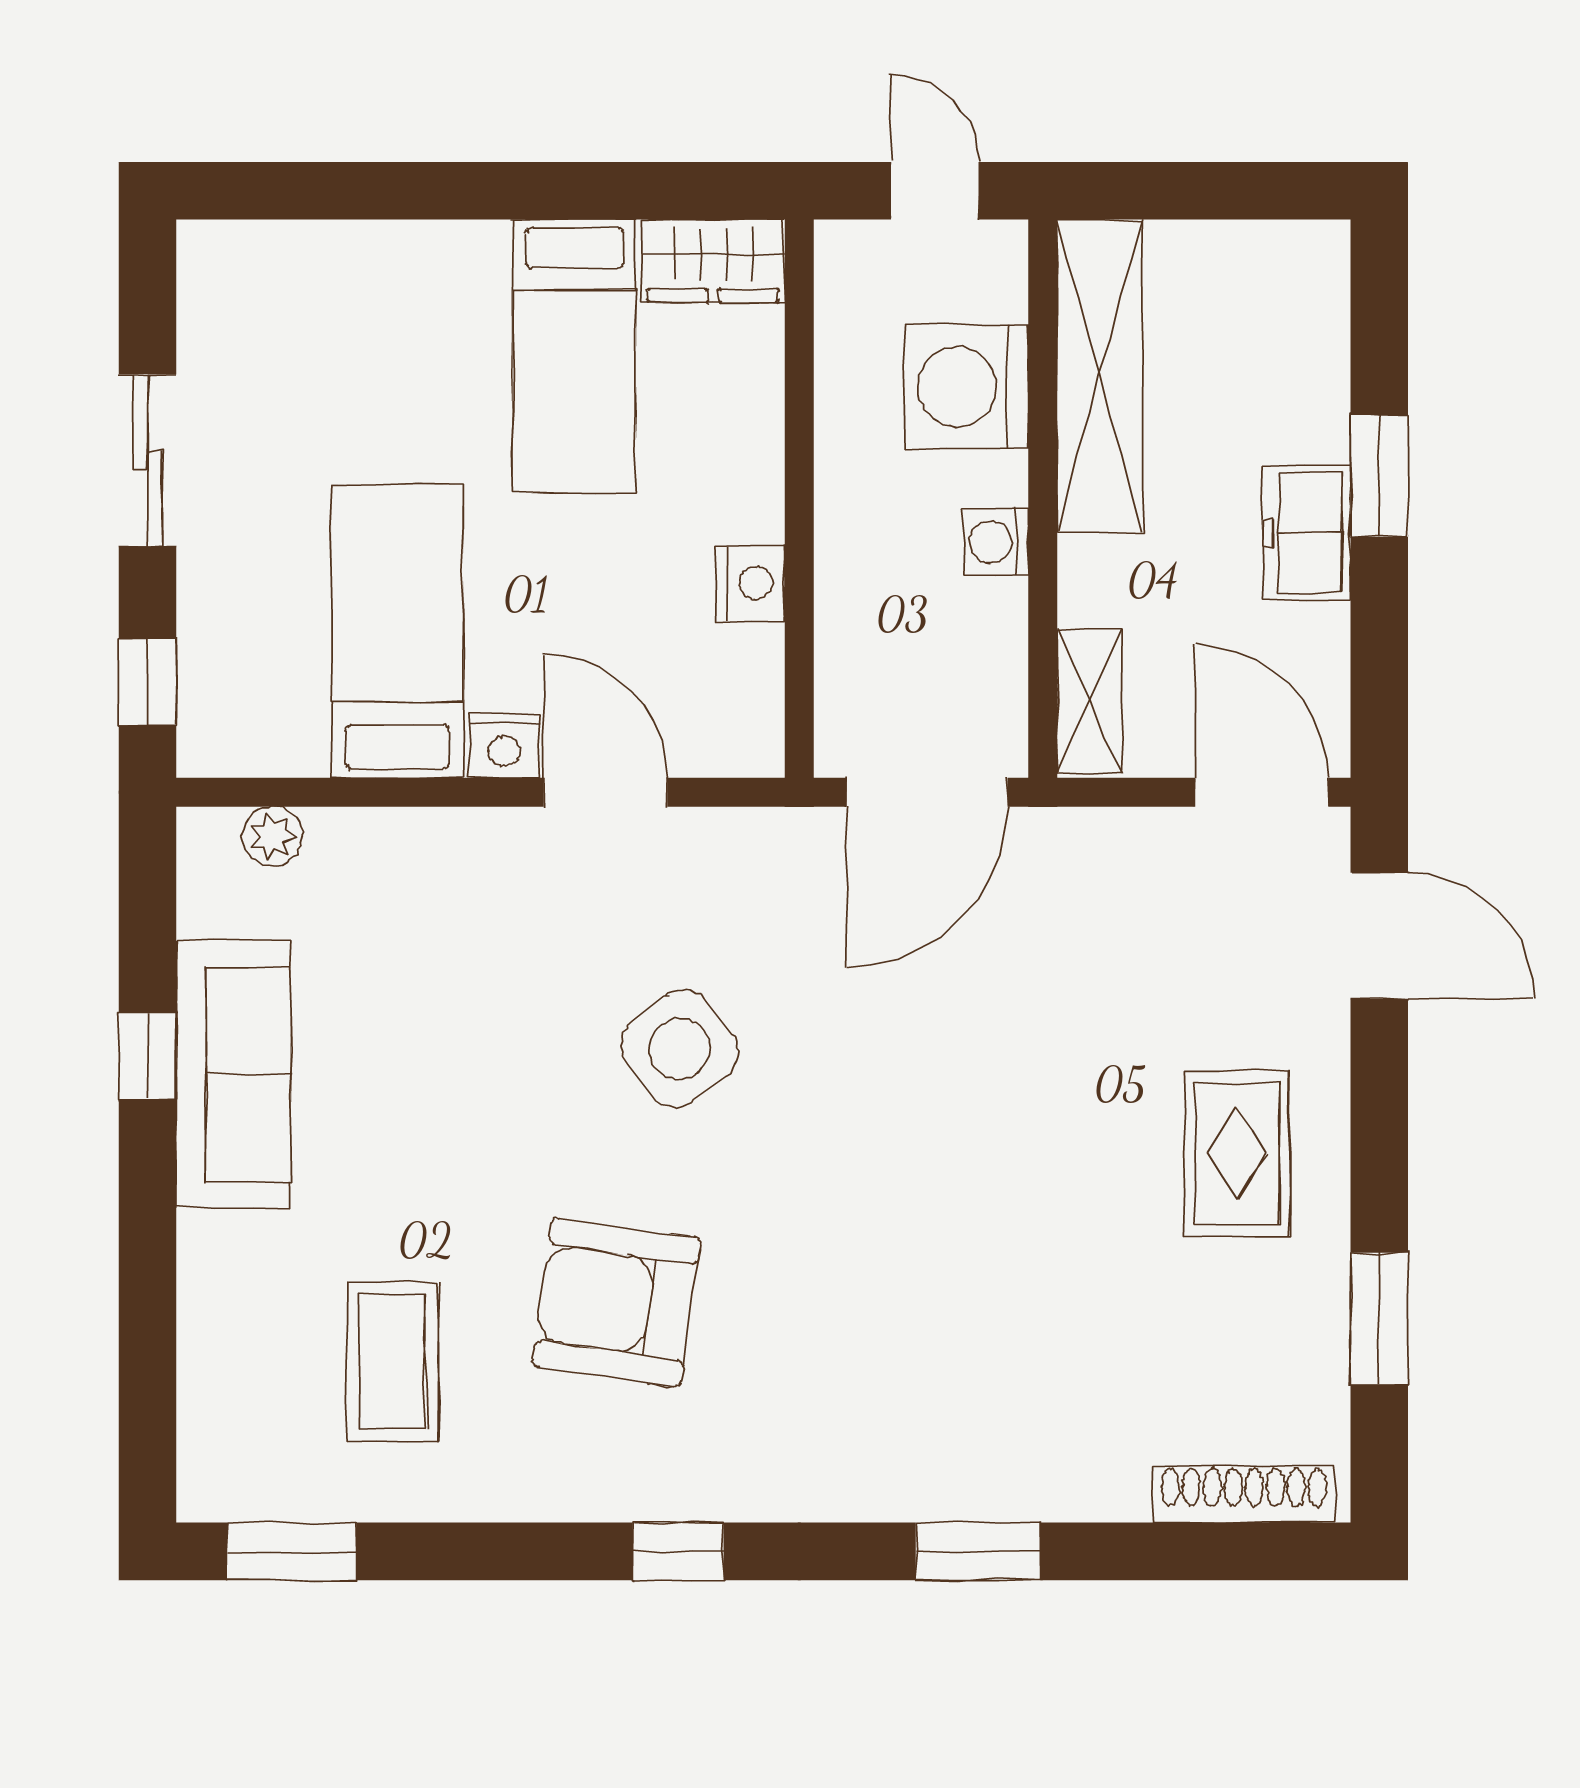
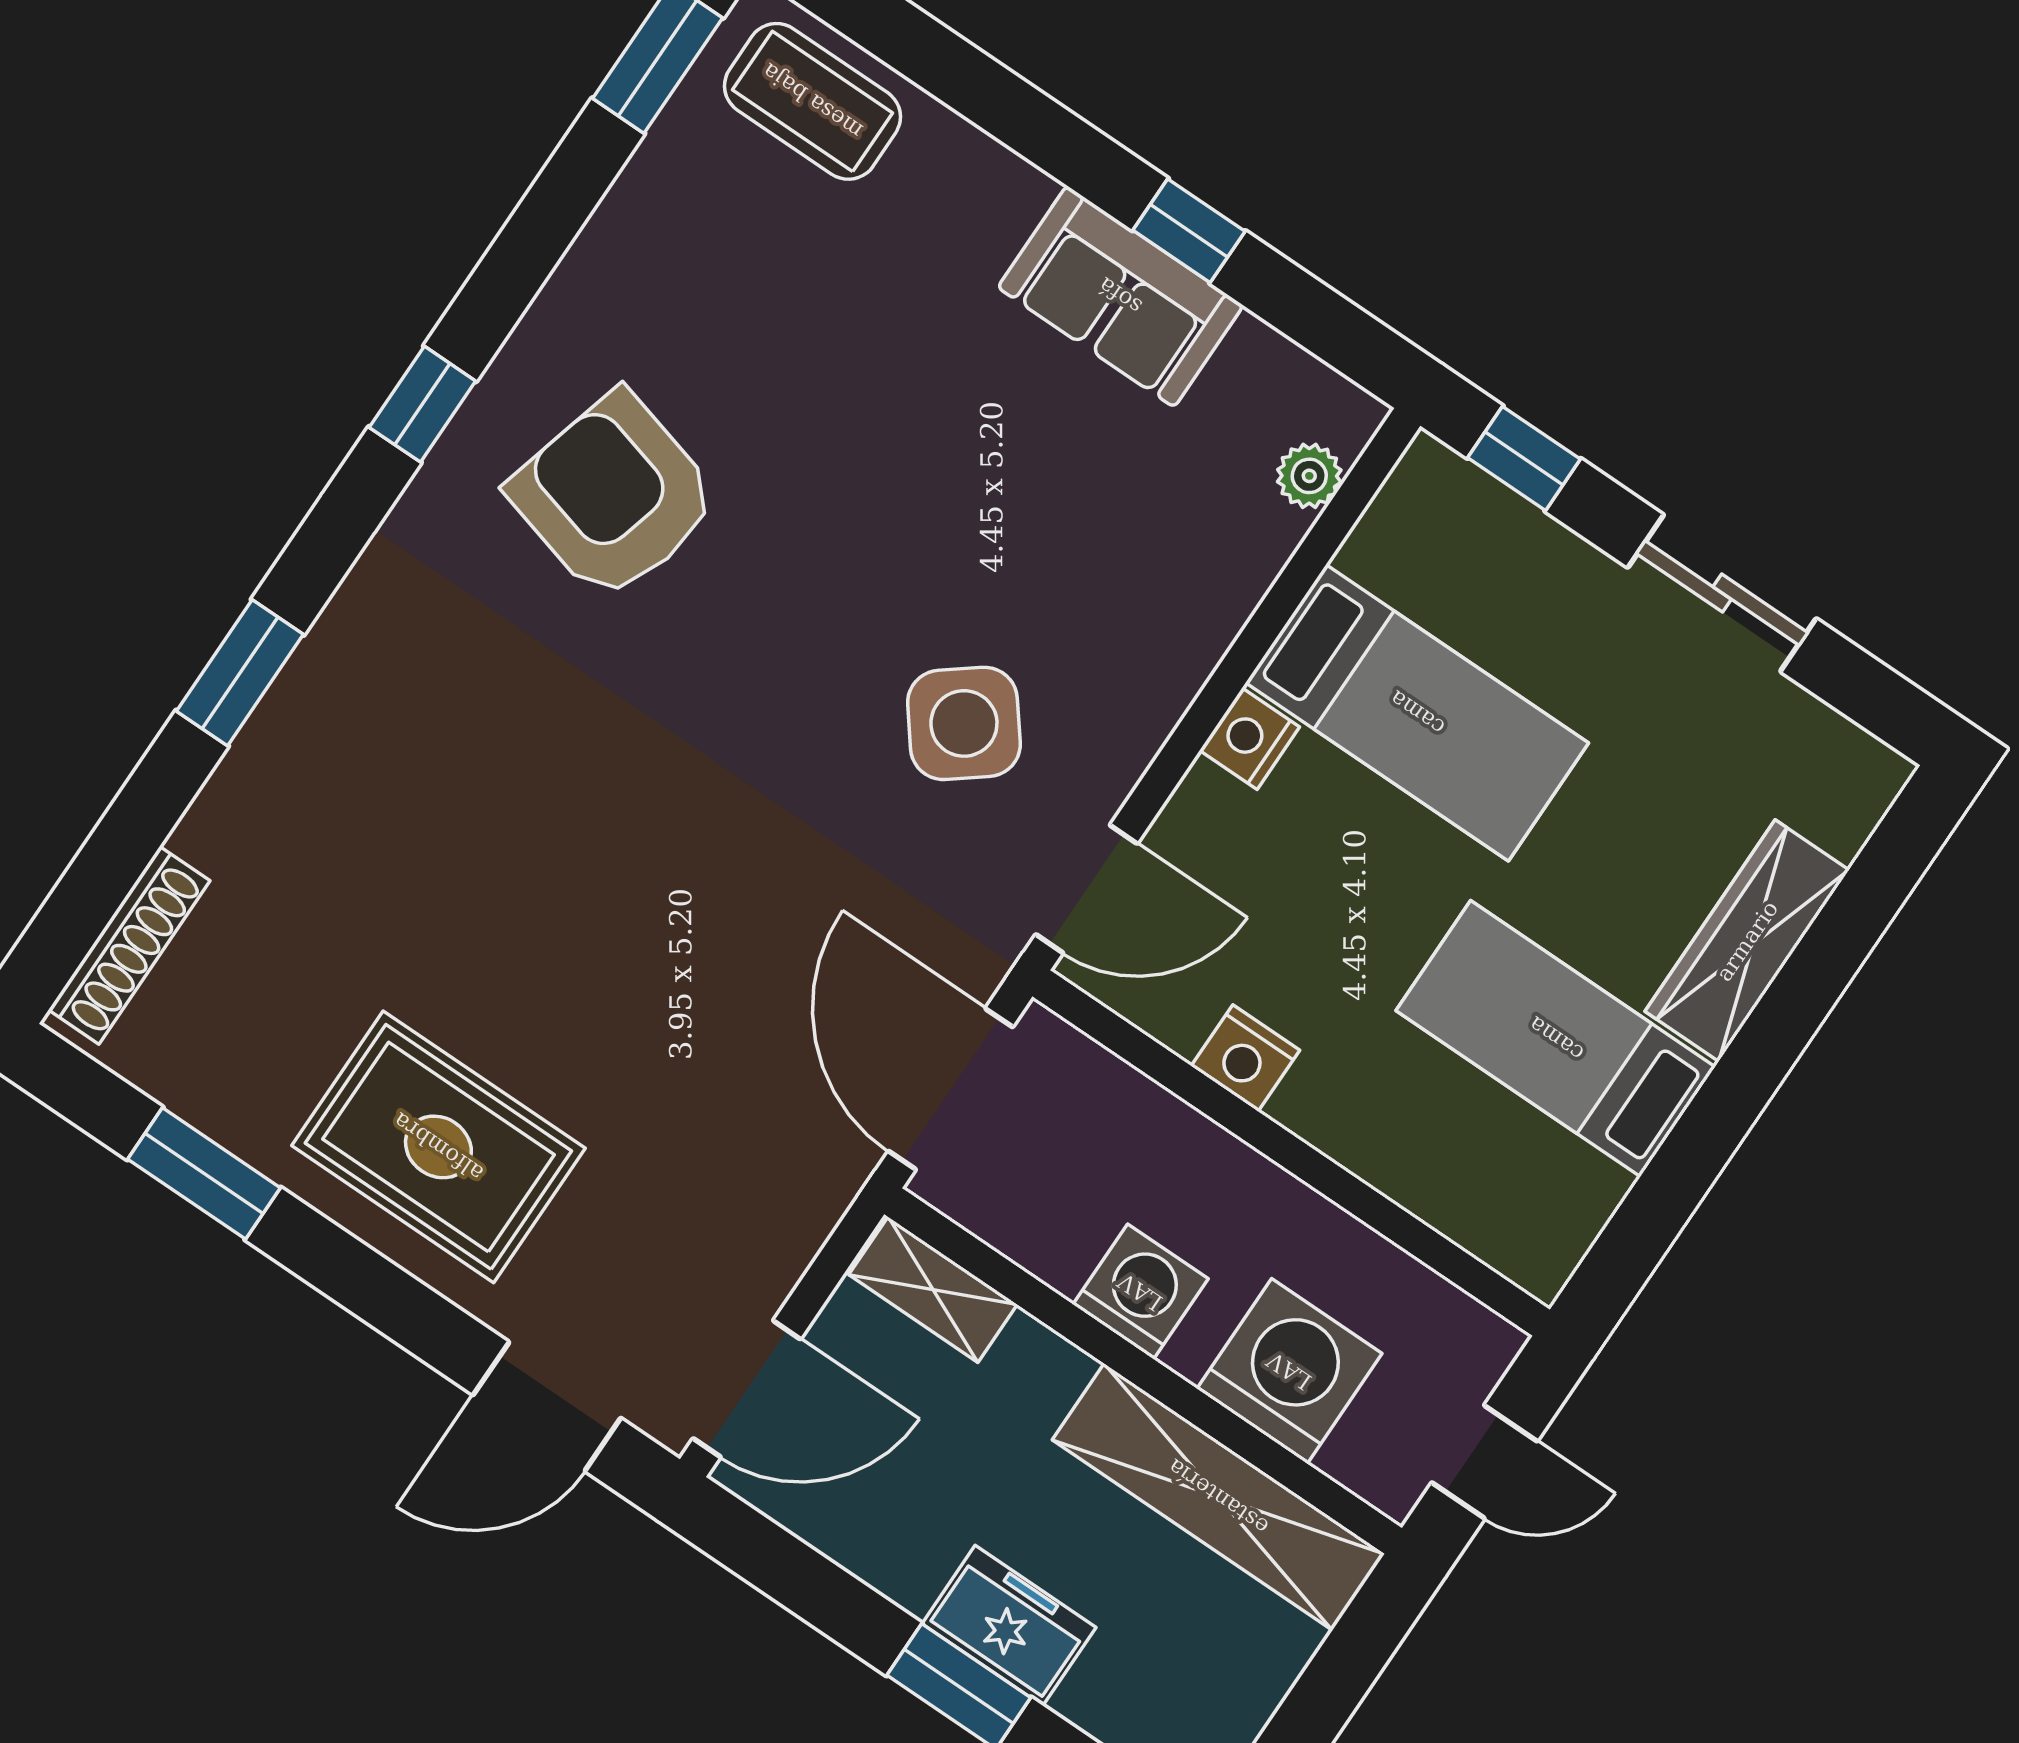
wardrobe: (713, 261) -> (1747, 941), moved, width x1.50
freezer: (1307, 533) -> (1009, 1626), moved
washing machine: (996, 542) -> (1140, 1292), width x1.38, depth x1.38
door: (605, 792) -> (1086, 889), moved
side table: (680, 1049) -> (964, 723), moved
sofa: (233, 1074) -> (1120, 296), width x0.73
rug: (1237, 1153) -> (438, 1147), width x1.36, depth x1.43
armchair: (616, 1303) -> (614, 496), moved, turned -83
coffee table: (393, 1361) -> (812, 101), moved

